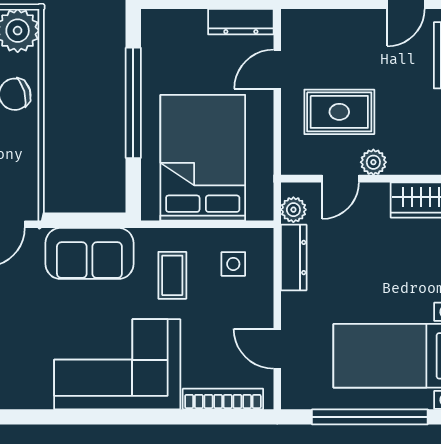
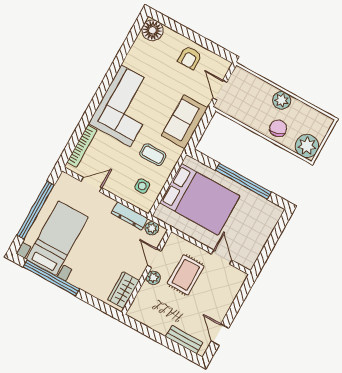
dresser: (241, 22) -> (253, 252), removed

